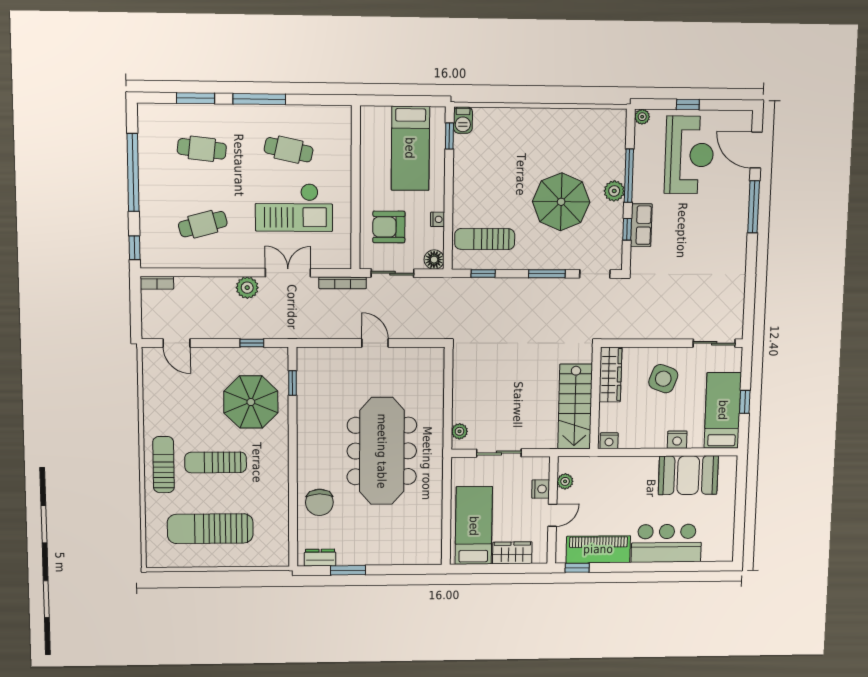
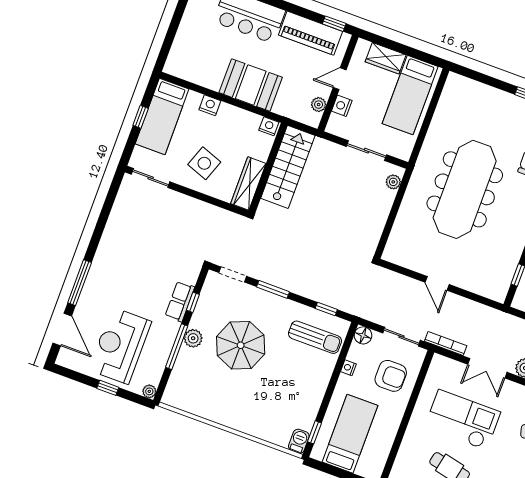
booth: (688, 475) -> (251, 85), moved

